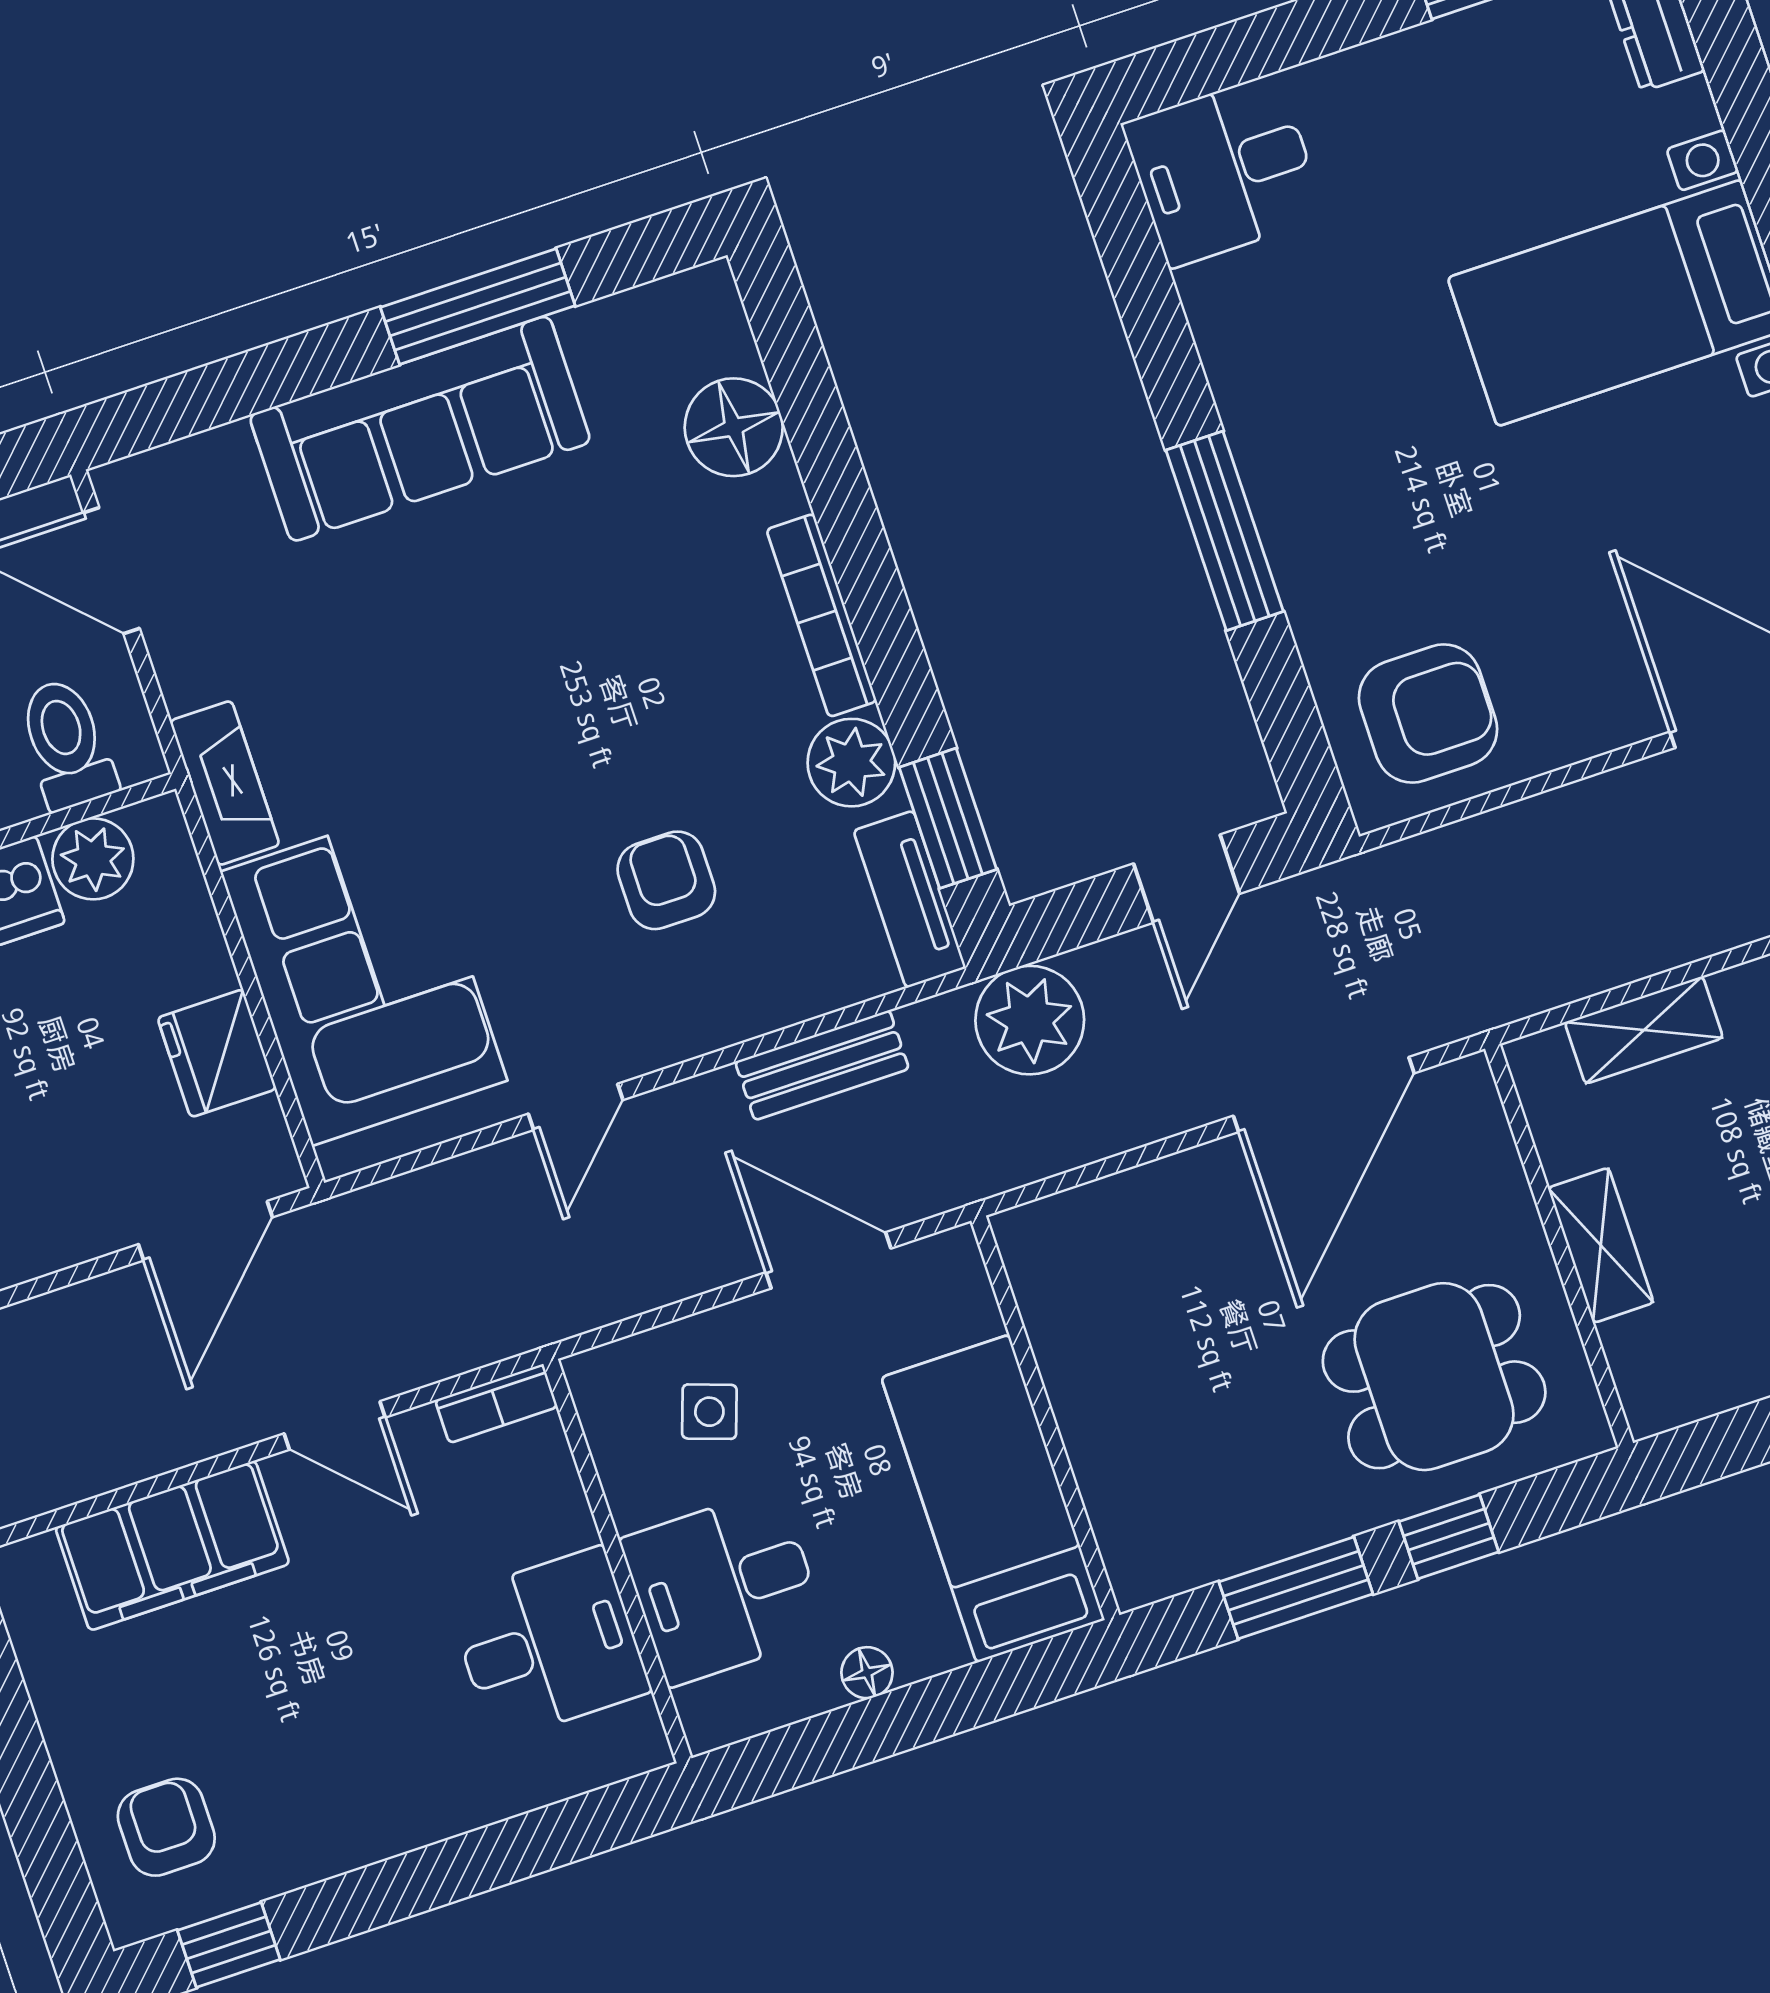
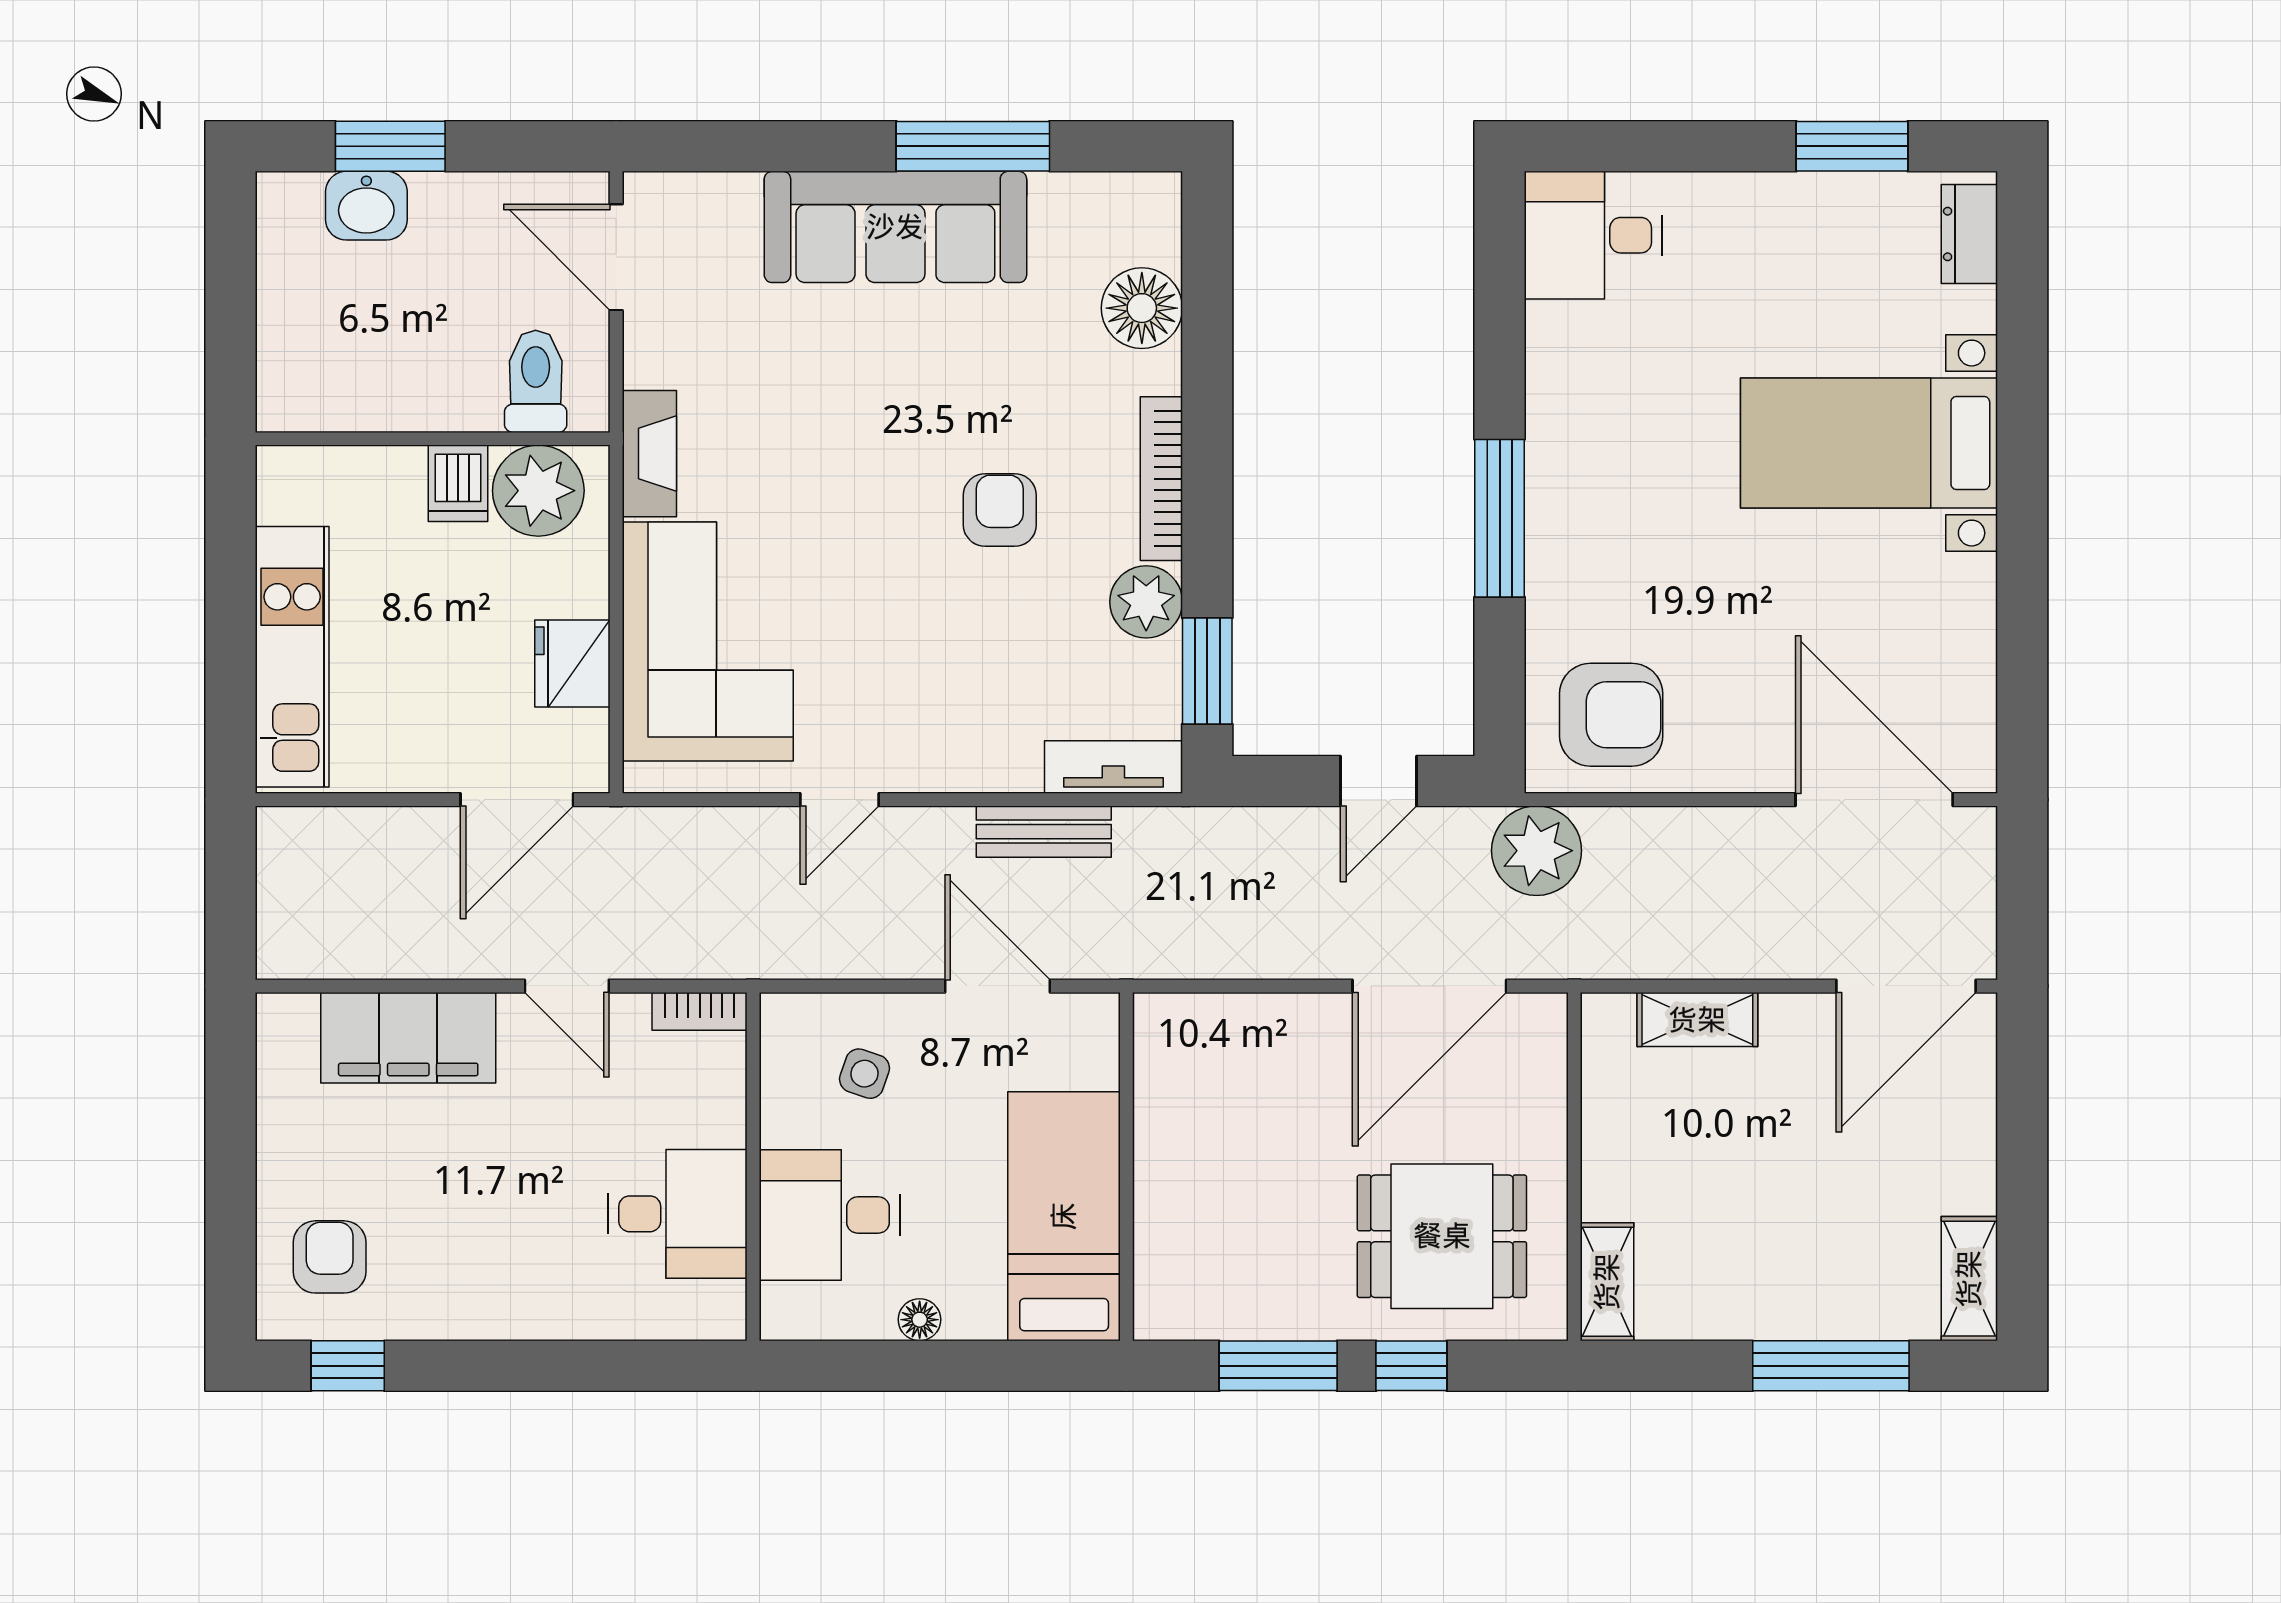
plant: (93, 859) -> (538, 491), width x1.36, depth x1.36
armchair: (666, 880) -> (1000, 510), moved
tv unit: (910, 899) -> (1113, 767), moved, turned 90
plant: (1030, 1020) -> (1537, 851), moved
shelving: (1601, 1245) -> (1607, 1282), moved

